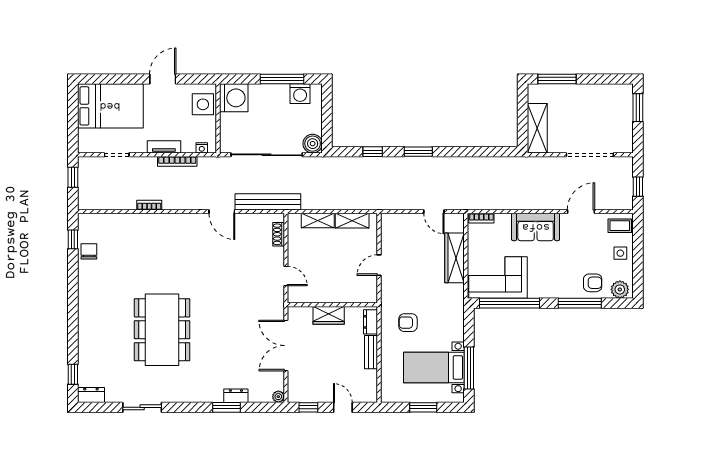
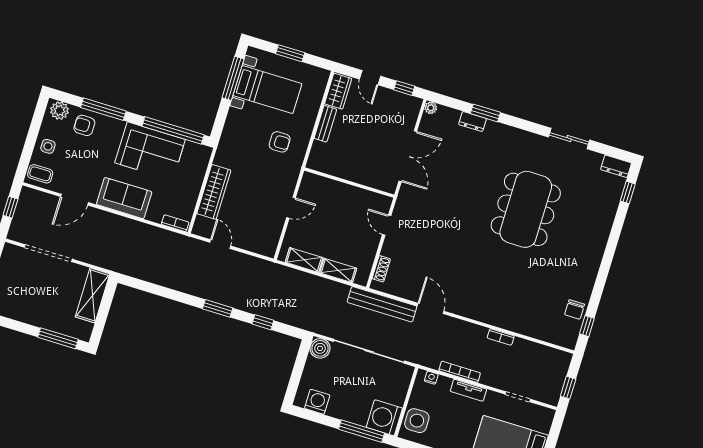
window: (282, 79) -> (362, 431), moved
corner sofa: (498, 278) -> (150, 151), moved
wardrobe: (329, 315) -> (338, 91), moved, turned 90
dresser: (371, 322) -> (317, 154), removed

